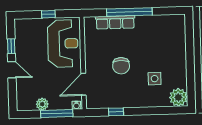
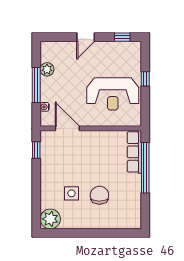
window: (11, 46) -> (122, 37), moved
wall: (83, 63) -> (91, 128), moved
chair: (121, 66) -> (99, 195), moved, turned 90
door: (84, 84) -> (67, 128), moved

